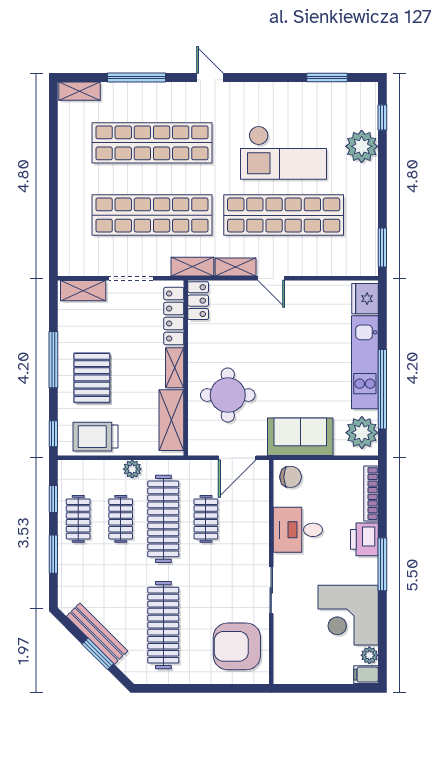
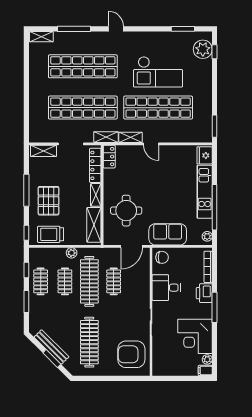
plant: (362, 146) -> (203, 49), moved
plant: (362, 433) -> (207, 236), width x0.53, depth x0.53

